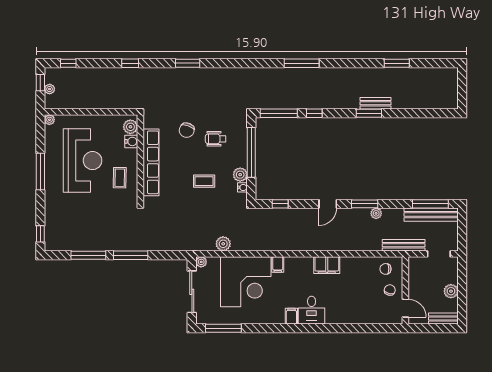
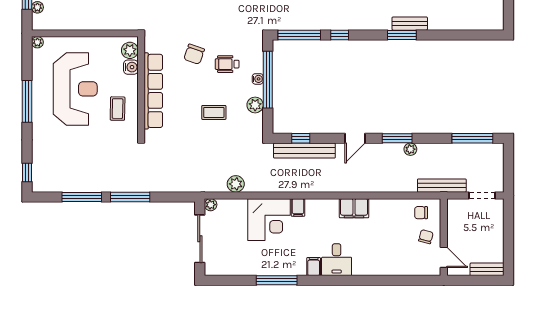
water cooler: (242, 187) -> (258, 79), moved
bench: (431, 215) -> (304, 151), moved
corner desk: (246, 282) -> (269, 220), width x0.74, depth x0.74
plant: (451, 291) -> (496, 238), removed
window: (223, 328) -> (277, 280), moved

